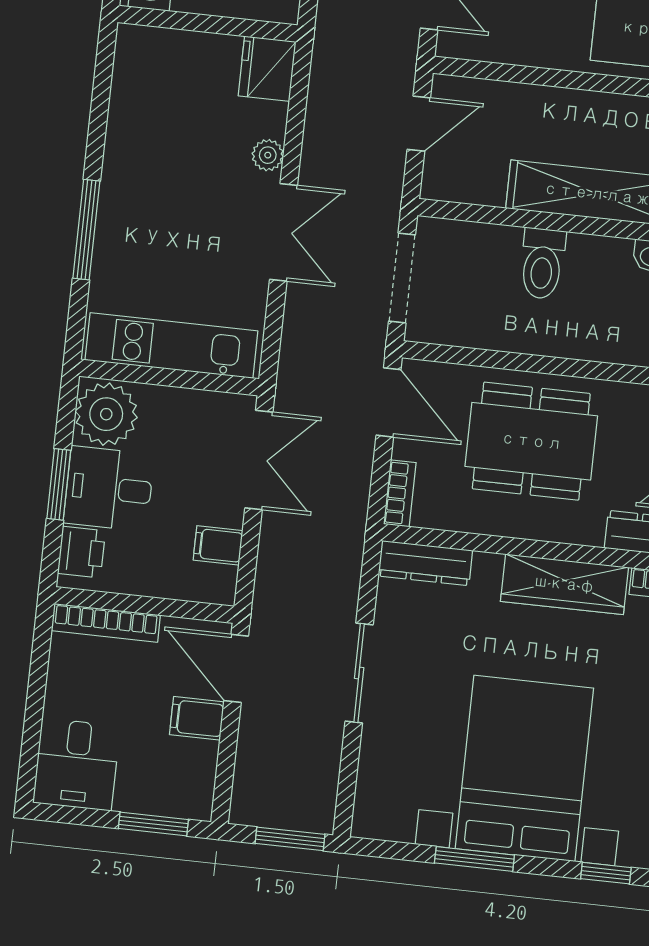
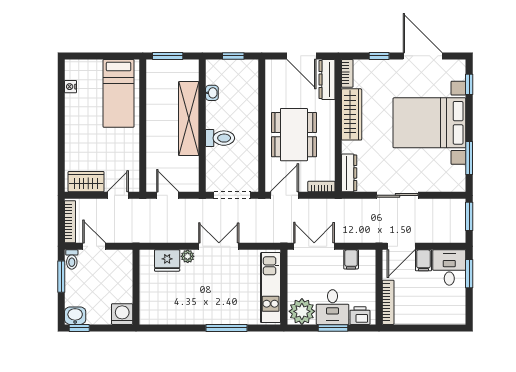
fridge: (267, 69) -> (167, 261), moved
desk: (76, 764) -> (449, 267), moved, turned -90
window: (474, 859) -> (469, 158), moved

